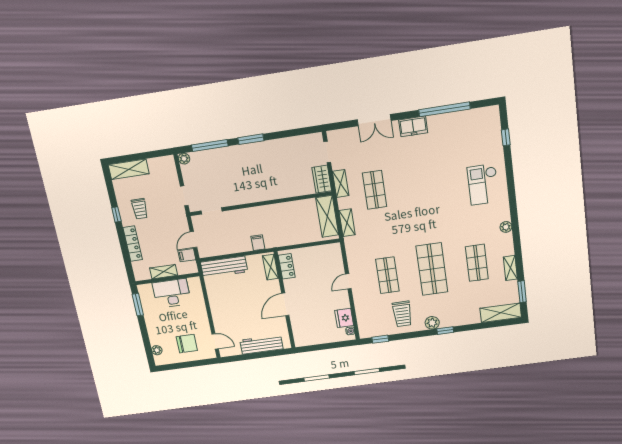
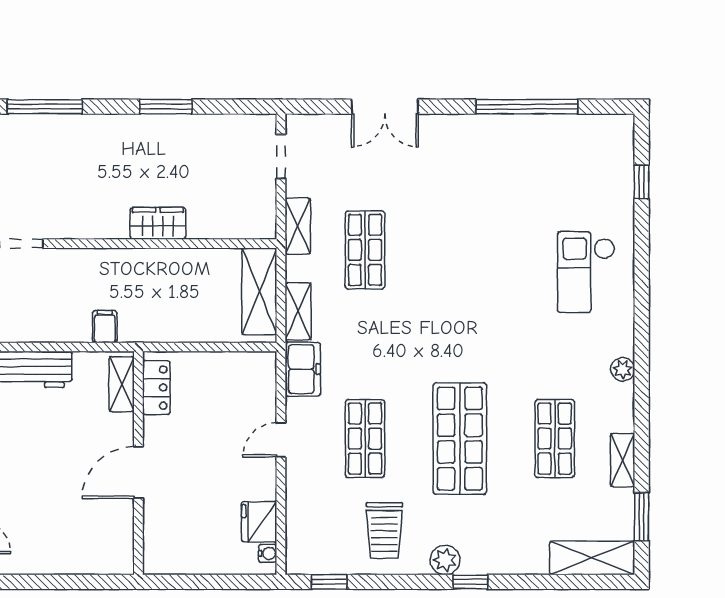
freezer: (413, 126) -> (303, 369), moved, turned -90
window: (251, 139) -> (166, 107), moved
wardrobe: (322, 179) -> (158, 223), moved, turned 90
workbench: (261, 345) -> (70, 558), removed

